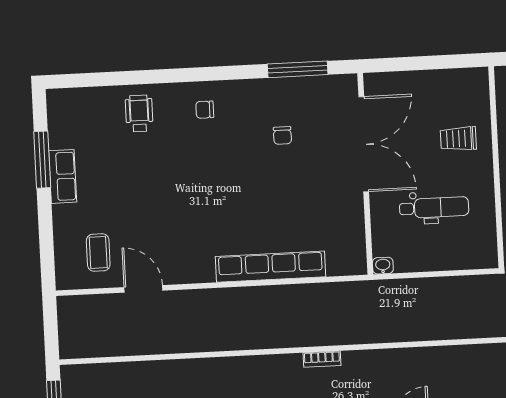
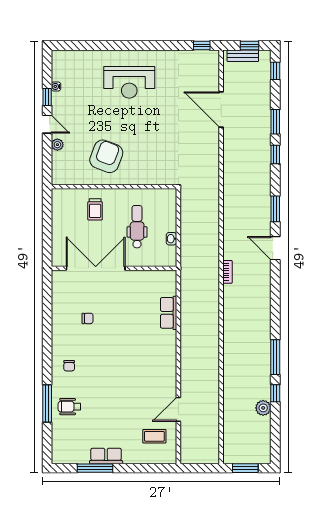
window: (298, 69) -> (47, 403), moved
washbasin: (383, 266) -> (171, 239), moved
row of seats: (270, 267) -> (169, 313), width x0.50
bookcase: (322, 359) -> (227, 272), moved

